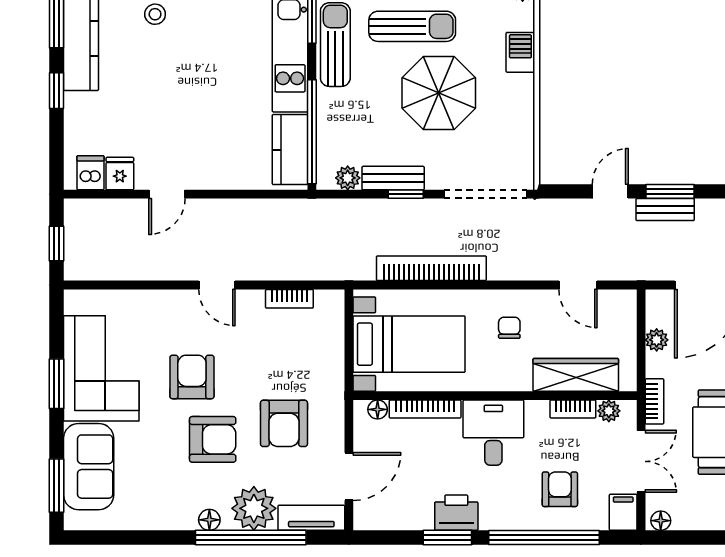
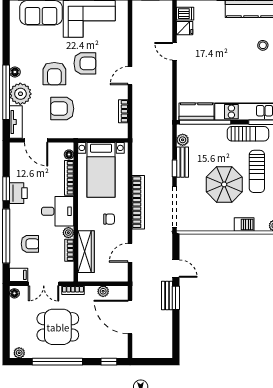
bookcase: (431, 268) -> (138, 202), moved
plant: (609, 411) -> (68, 233), moved

